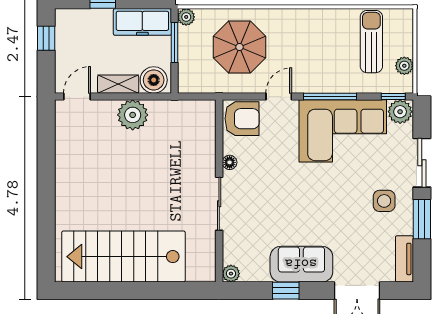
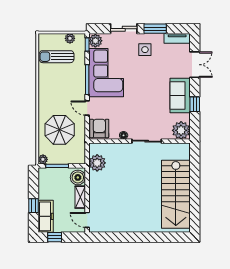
freezer: (142, 22) -> (46, 216), moved
plant: (133, 115) -> (97, 163), moved
plant: (231, 274) -> (181, 130), width x1.88, depth x1.88

